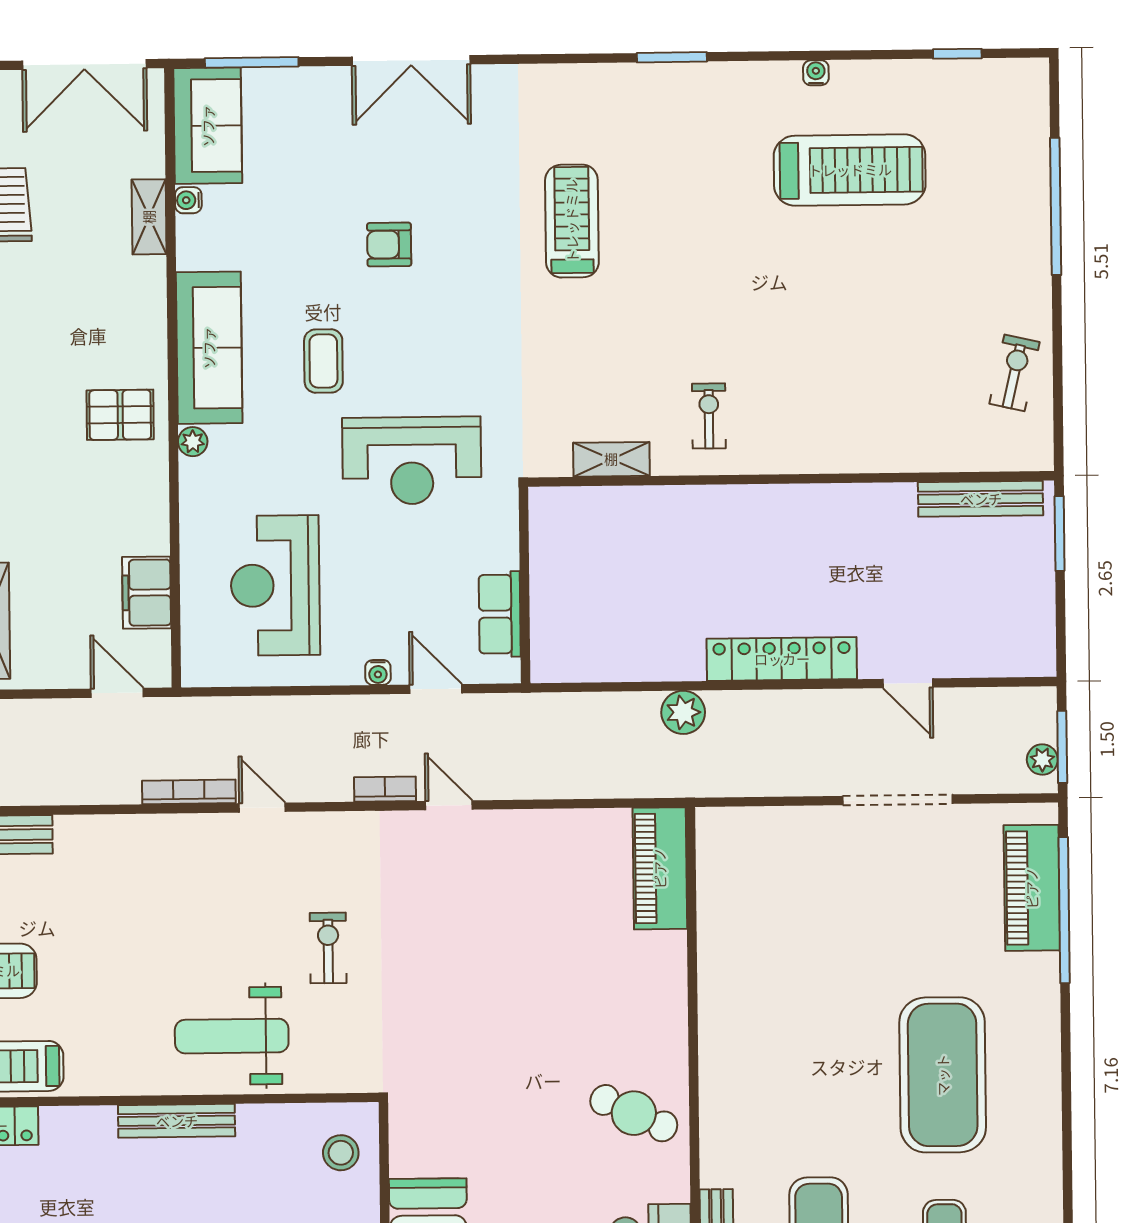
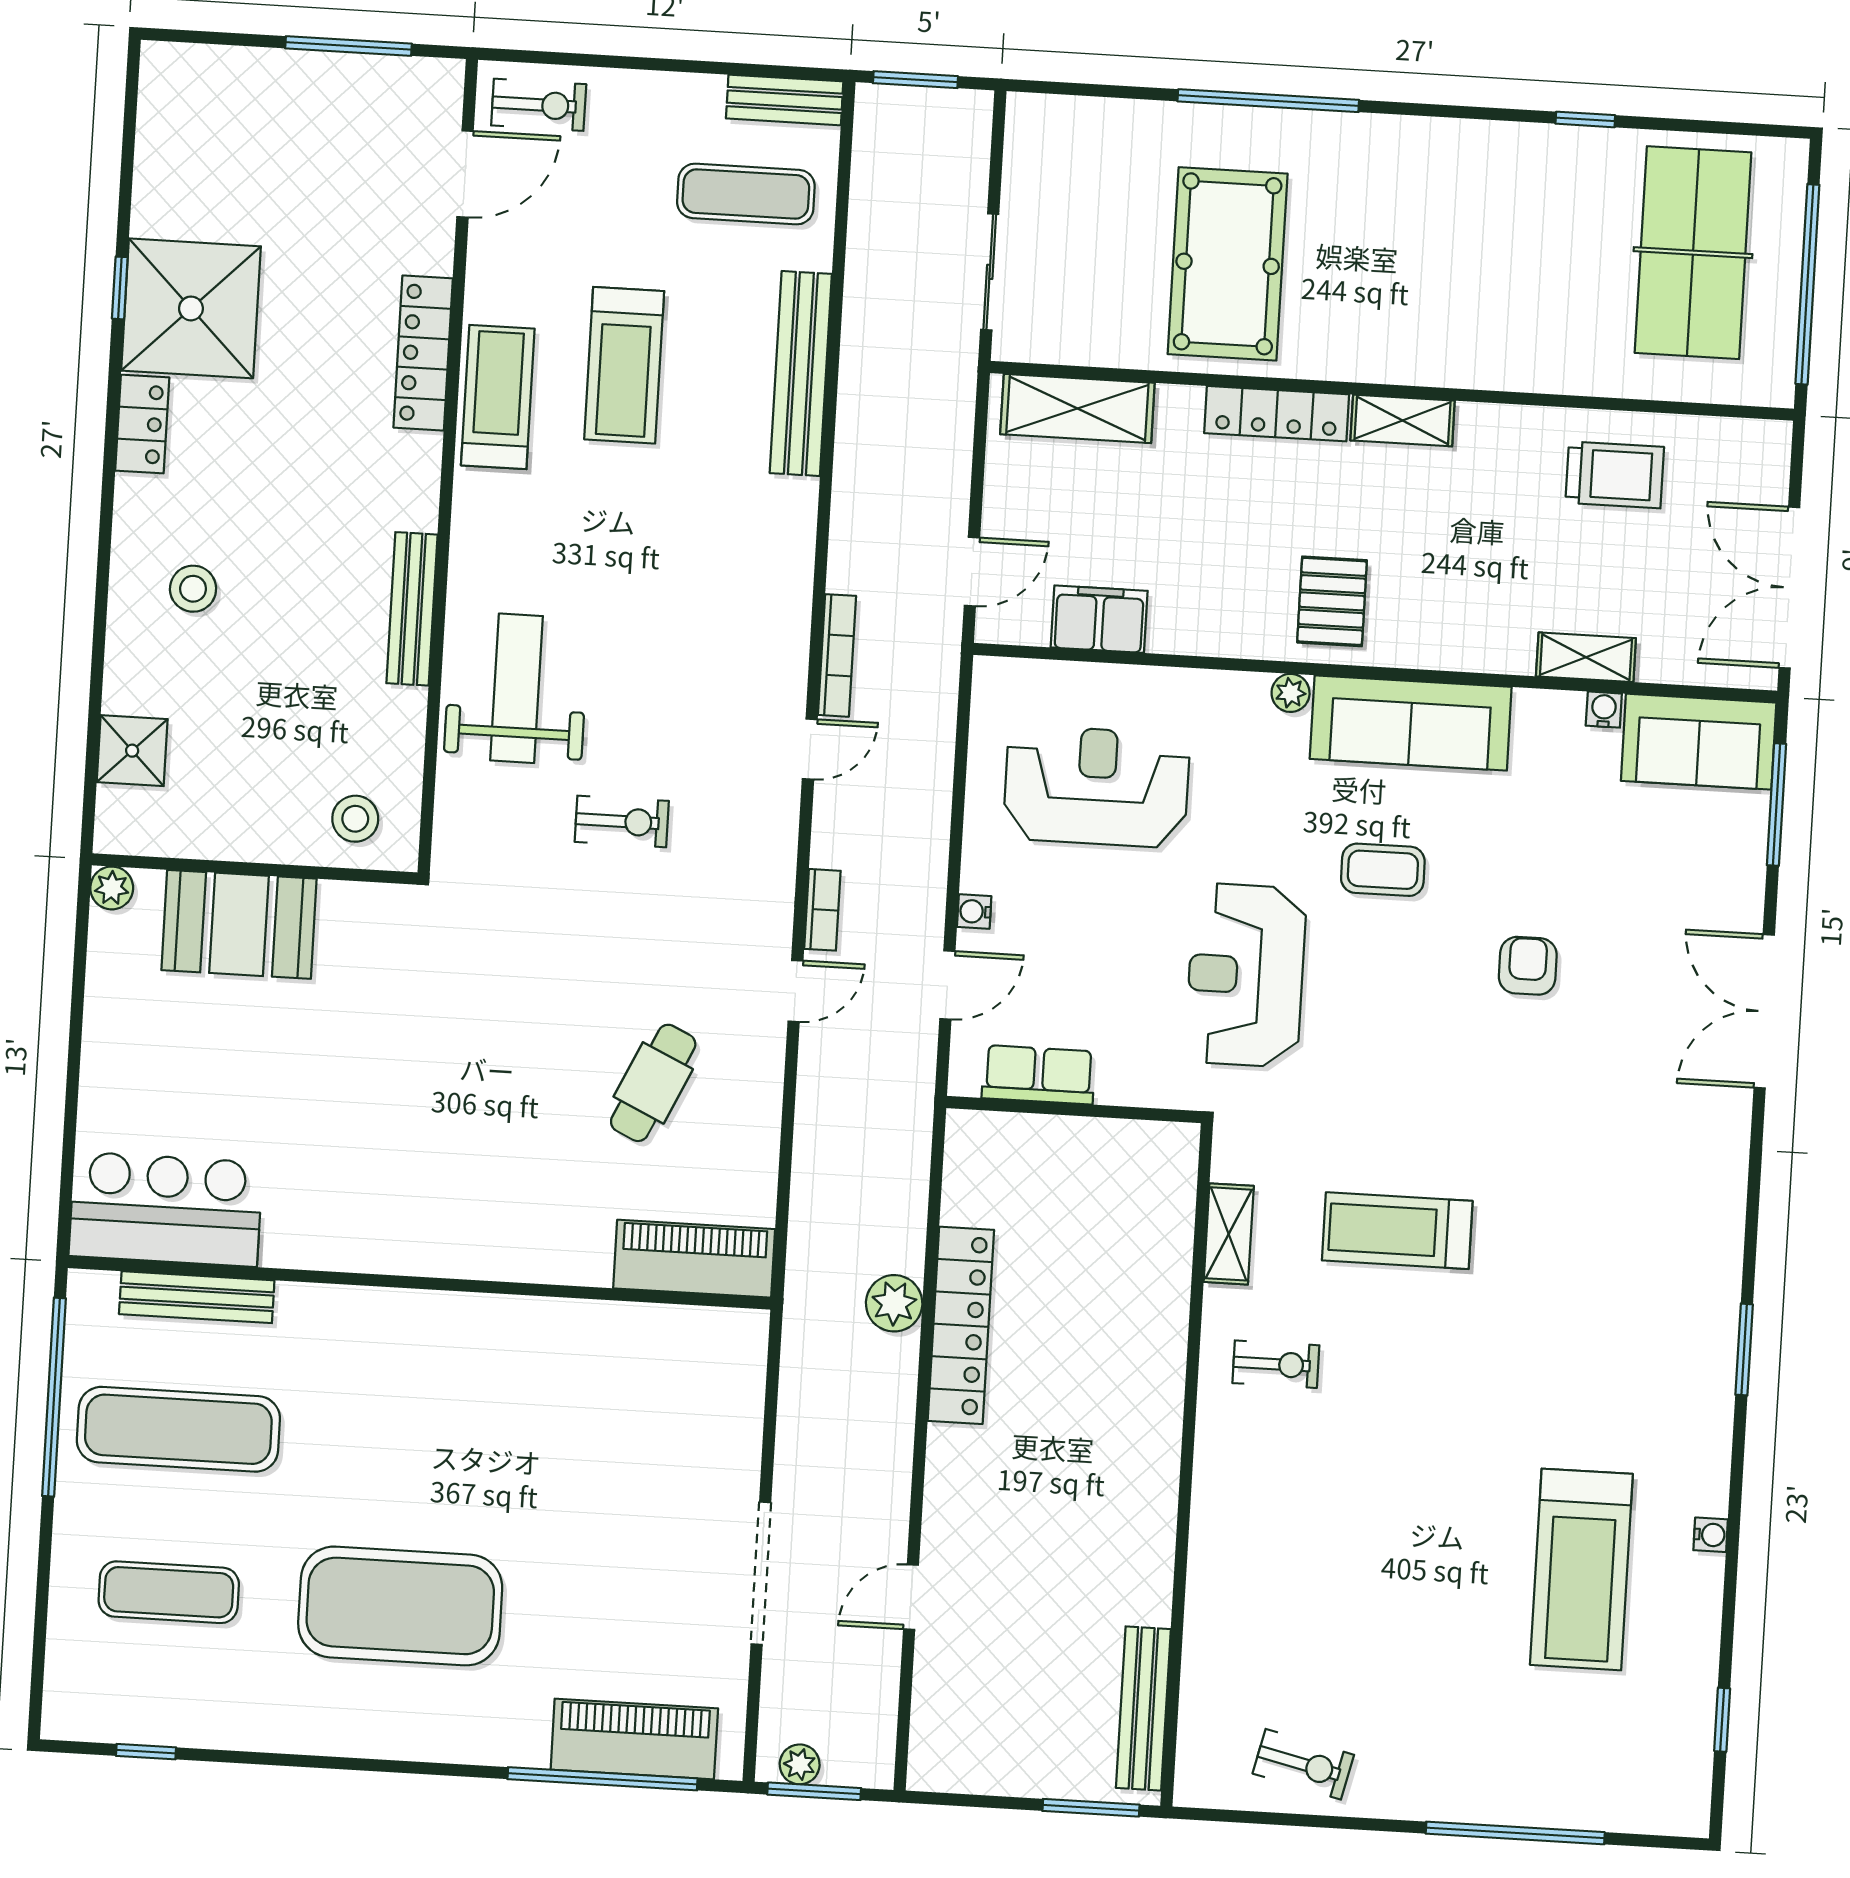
treadmill: (572, 221) -> (1397, 1231), moved, turned 180
locker: (782, 659) -> (961, 1325), moved
cafe table: (634, 1113) -> (653, 1083), moved

